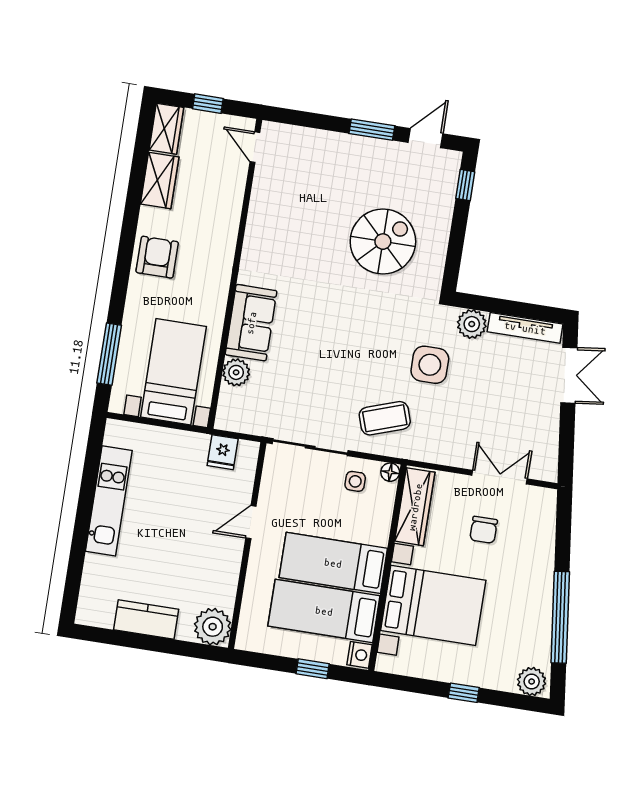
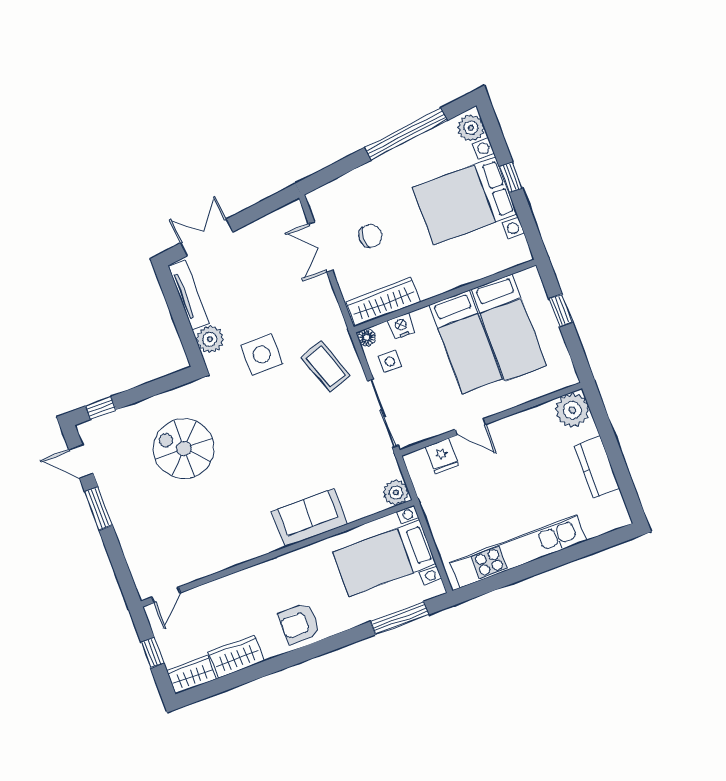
plant: (236, 372) -> (396, 493), moved
fridge: (223, 452) -> (442, 456), moved, turned 90
kitchen unit: (109, 501) -> (518, 551), width x1.36
bed with nightstands: (433, 605) -> (465, 201), moved, turned -90
nightstand: (359, 655) -> (401, 326), moved

